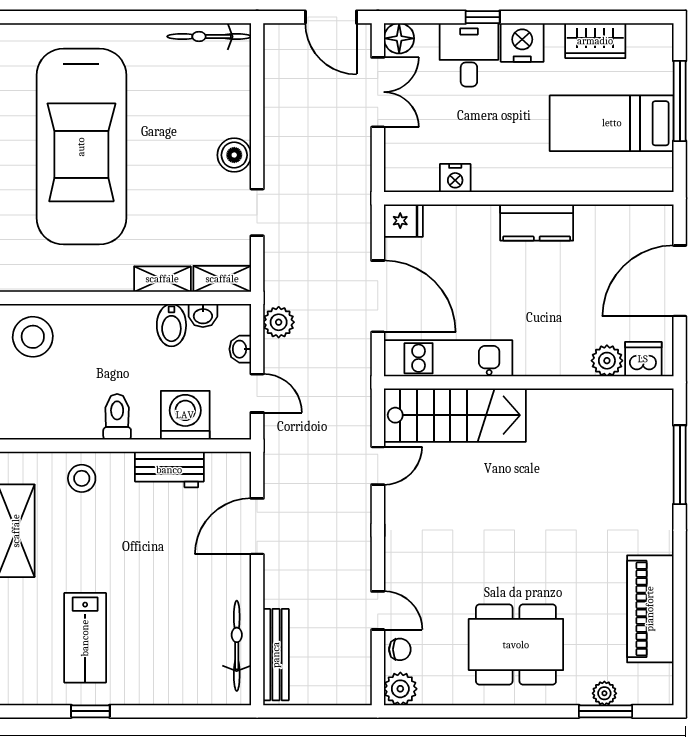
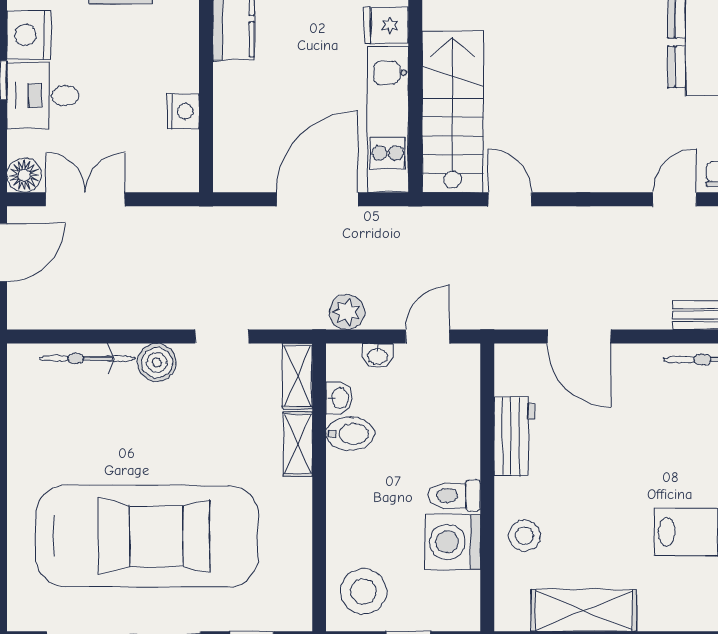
bicycle: (209, 37) -> (87, 358), moved, turned 90
fridge: (403, 221) -> (386, 25), moved, turned -90
washing machine: (185, 415) -> (453, 542), moved

